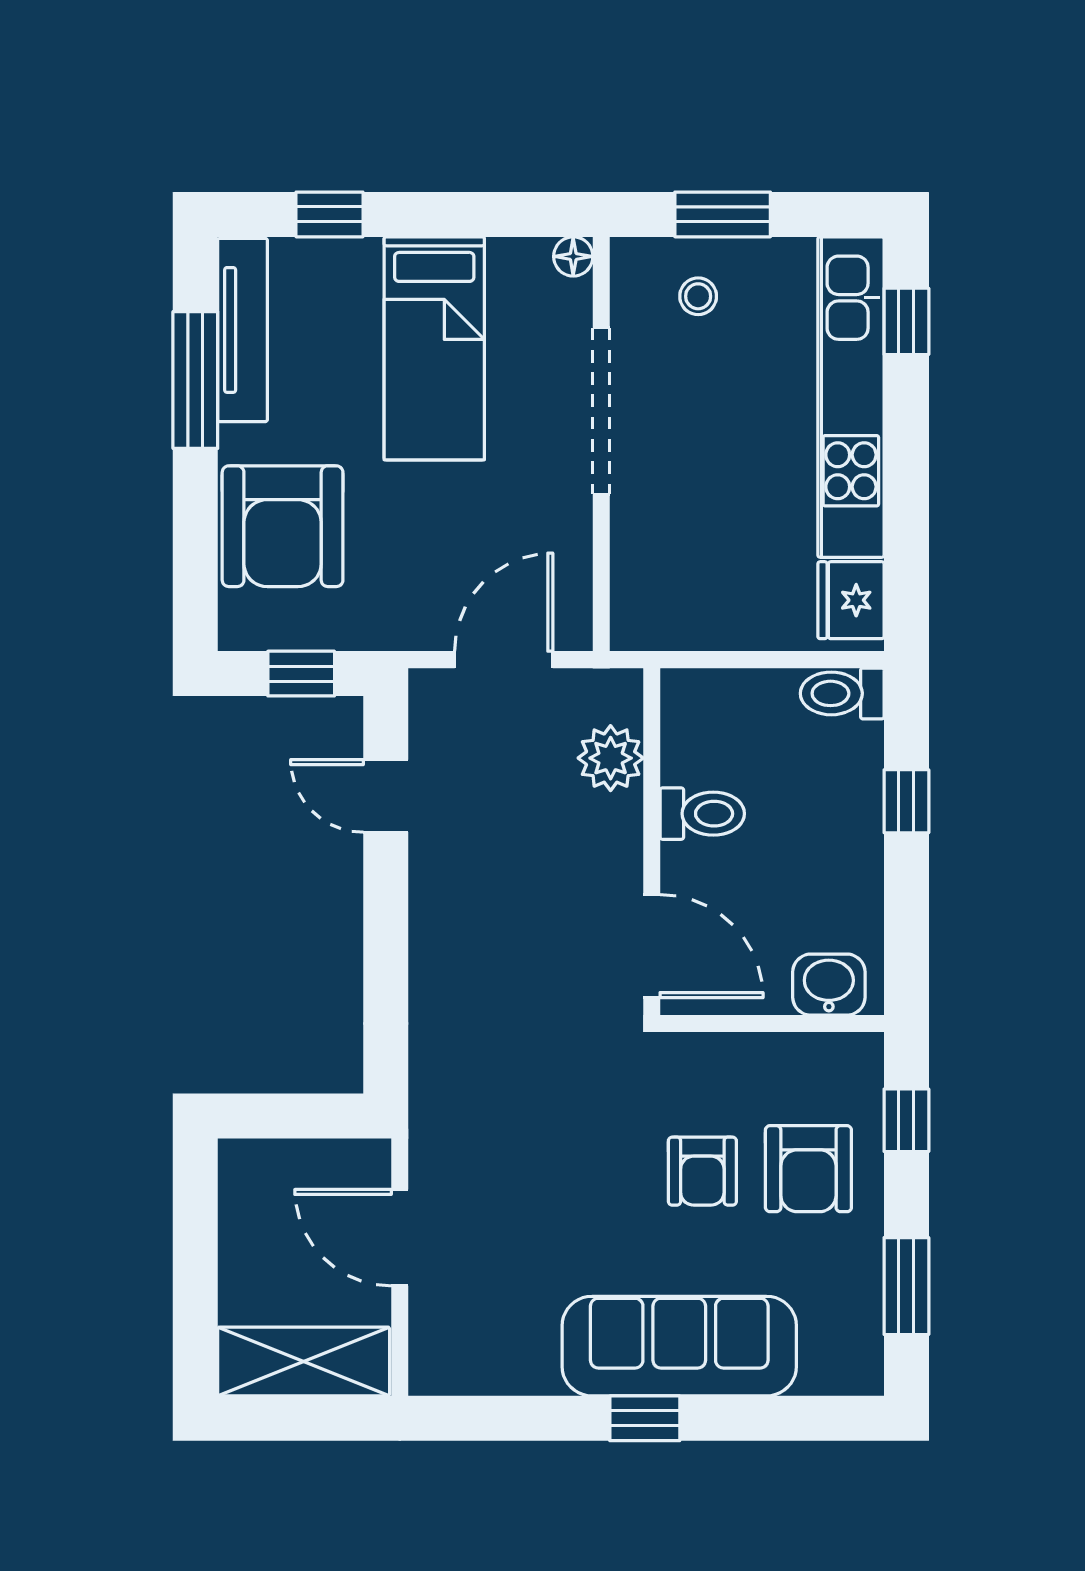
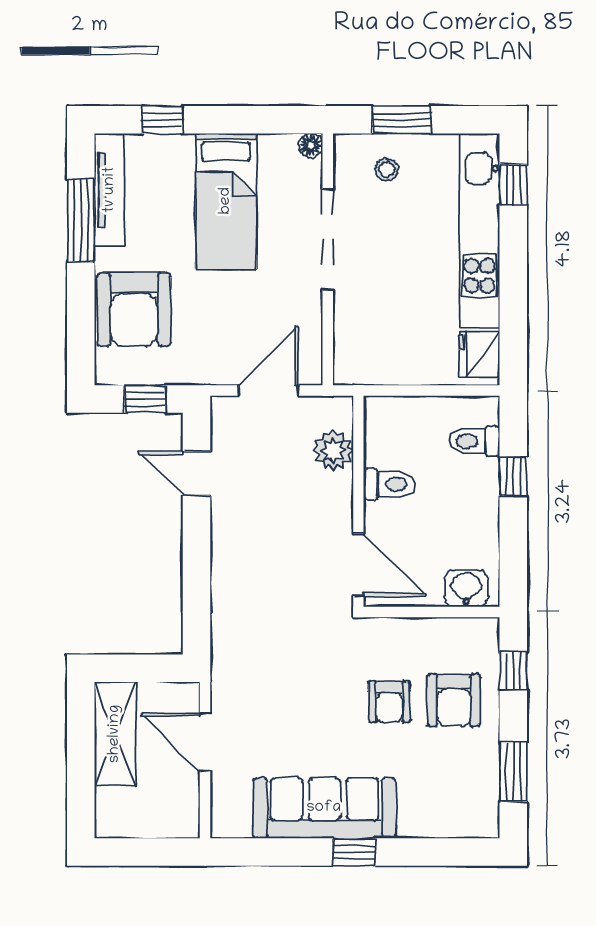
toilet: (842, 693) -> (474, 441), moved
sofa: (679, 1346) -> (324, 808), moved
shelving: (304, 1362) -> (115, 734), moved, turned 90

